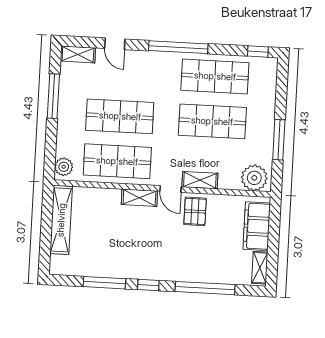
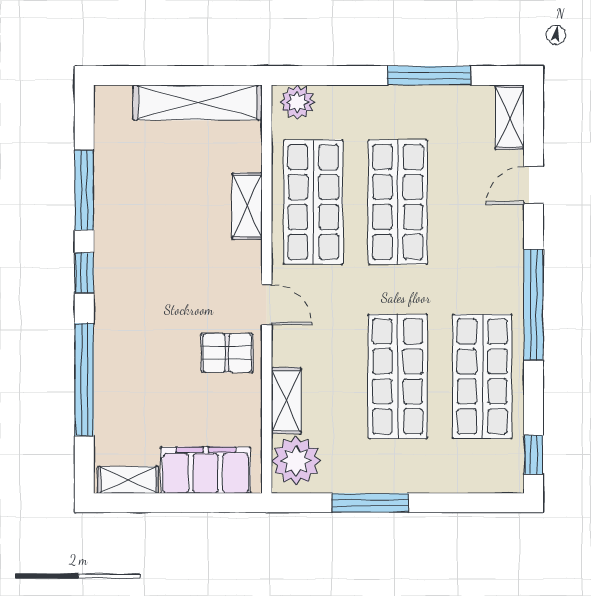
shelving: (200, 180) -> (286, 401), moved
door: (170, 189) -> (267, 304), swing flipped
shelving: (139, 198) -> (247, 206), moved

